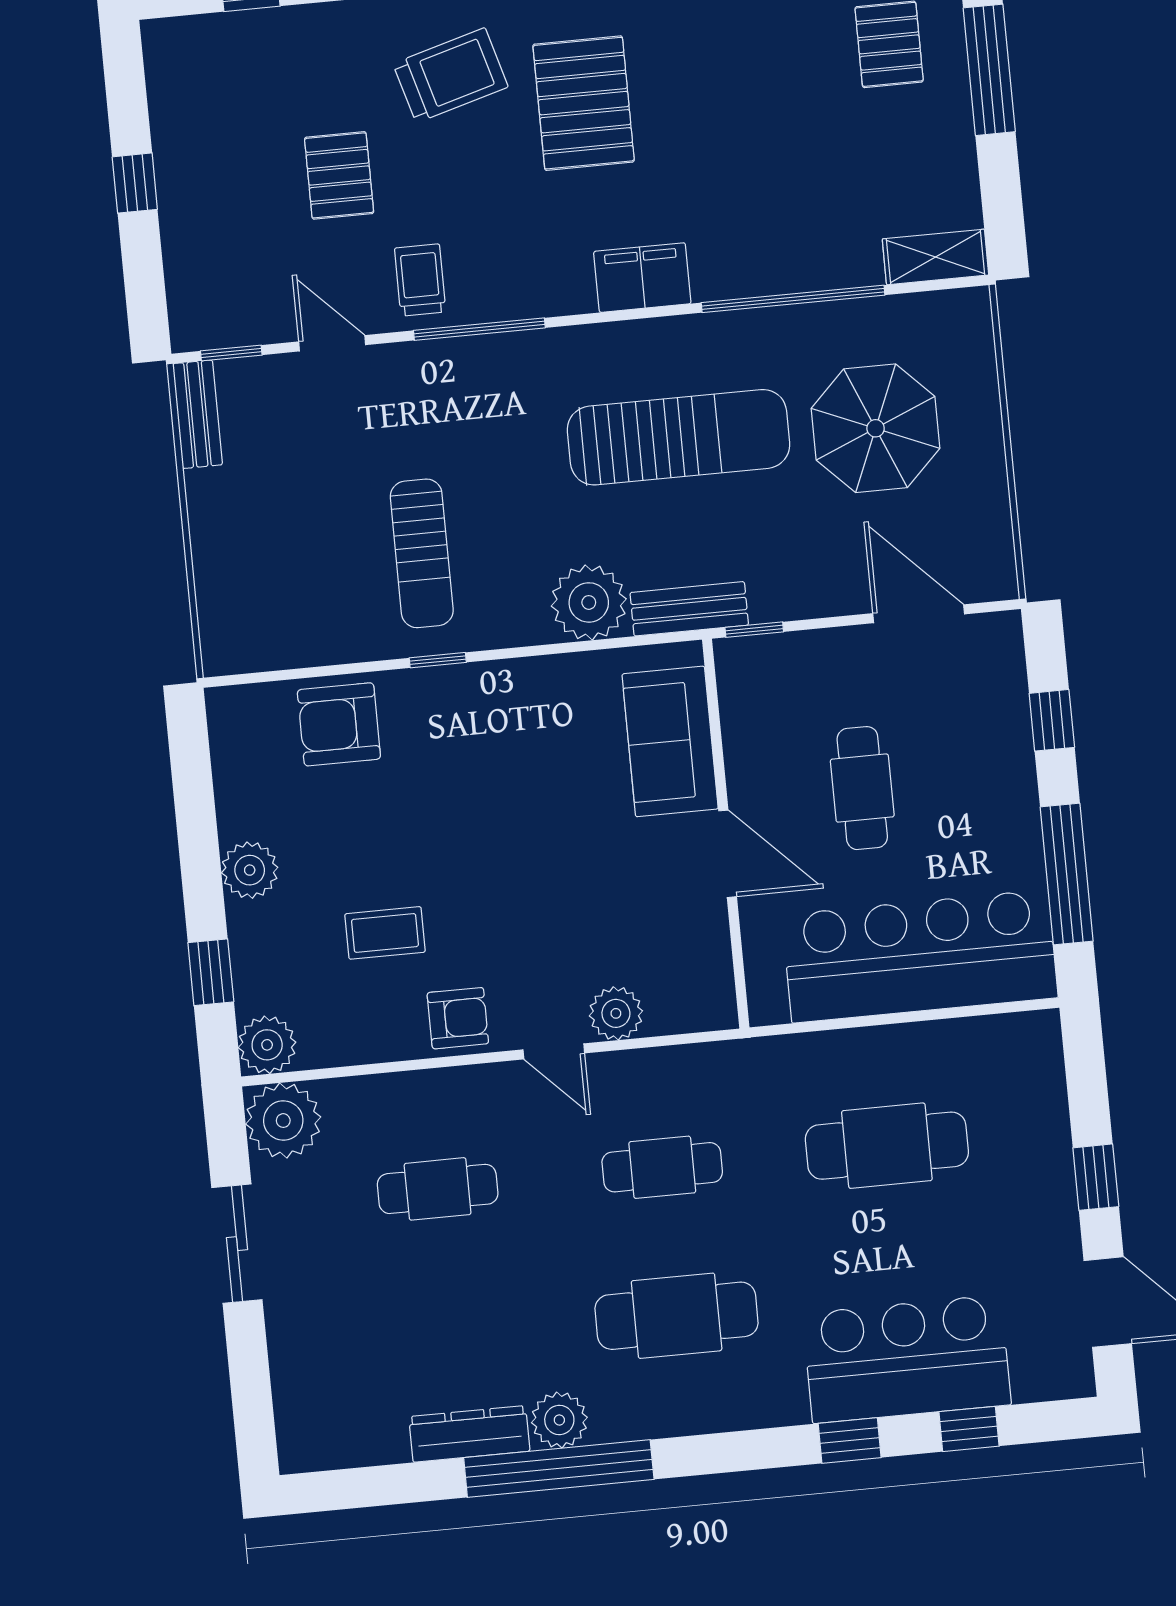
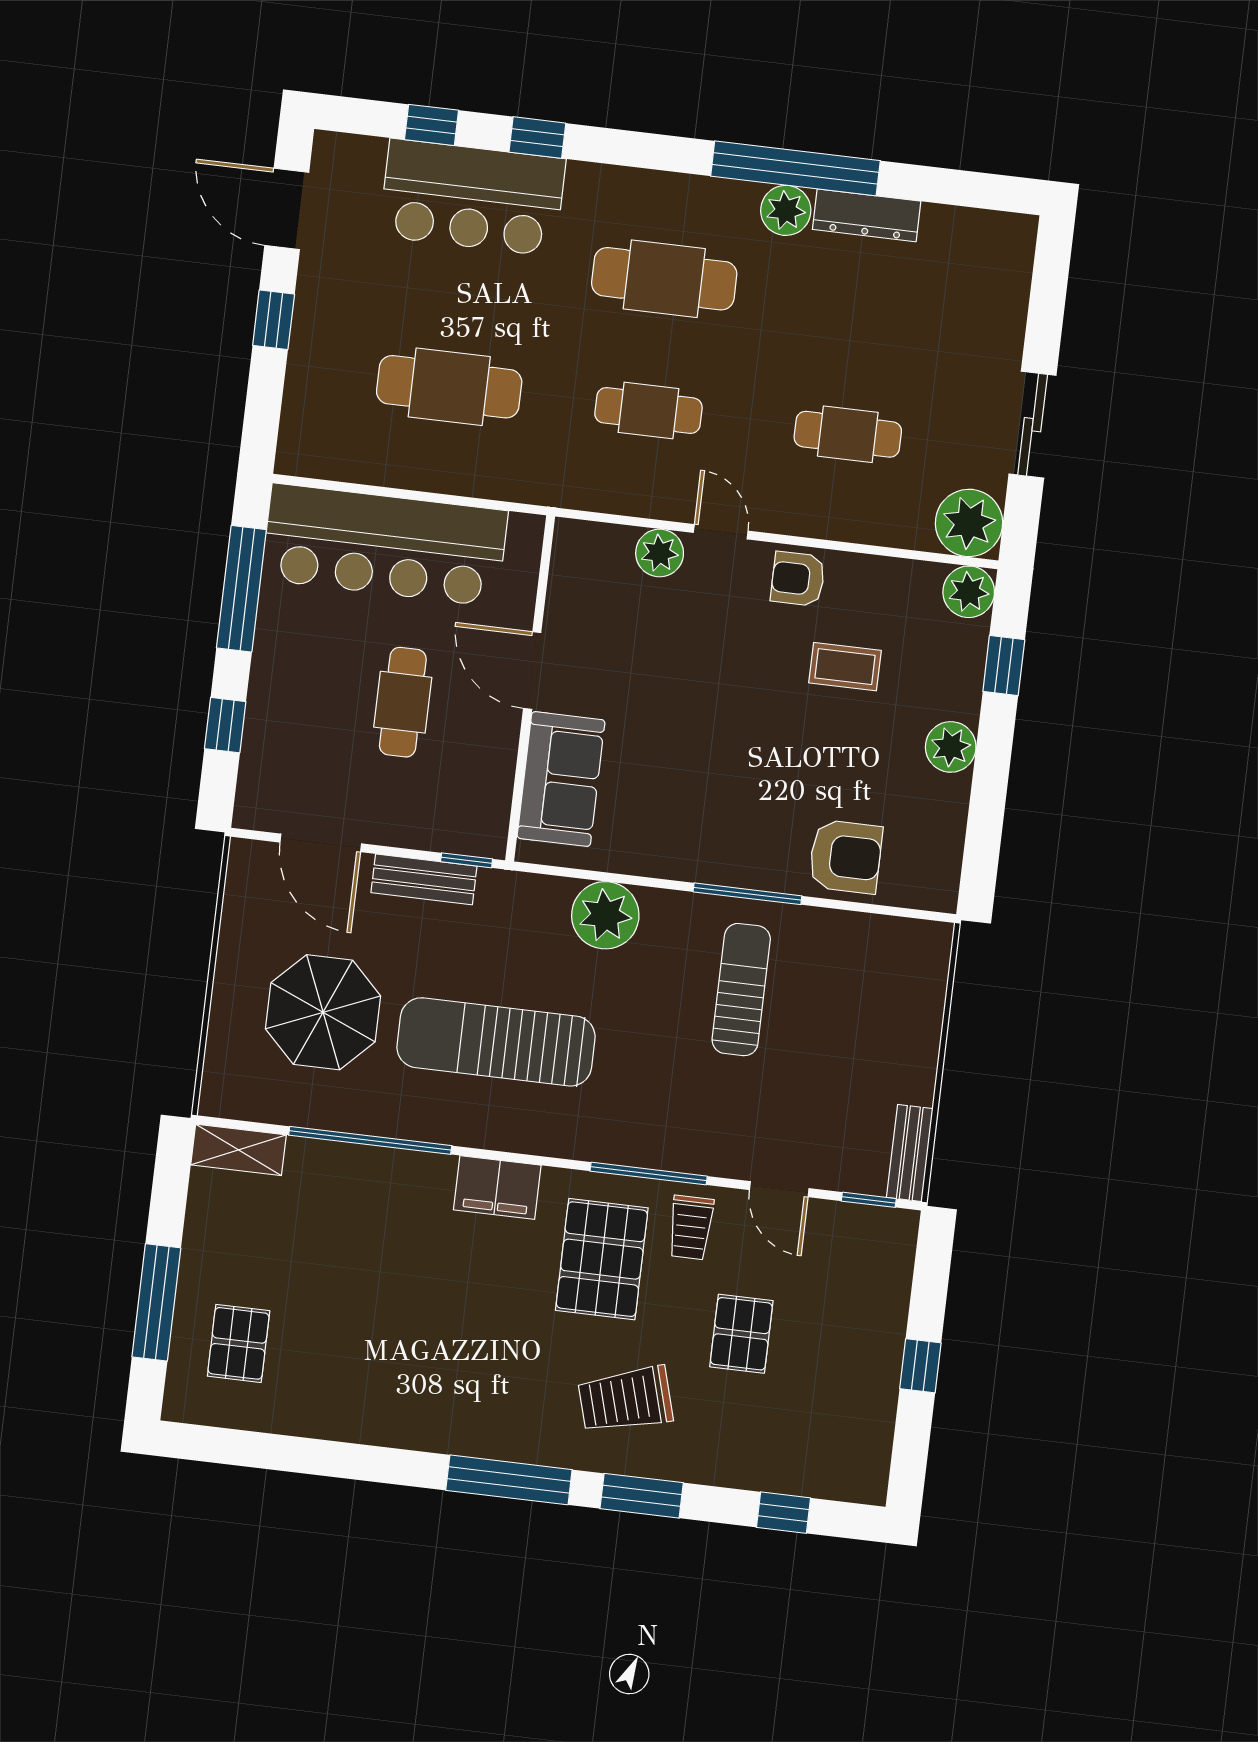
pallet: (584, 103) -> (602, 1259), moved
bench: (689, 609) -> (424, 879), moved
window: (438, 660) -> (747, 894), width x2.17

